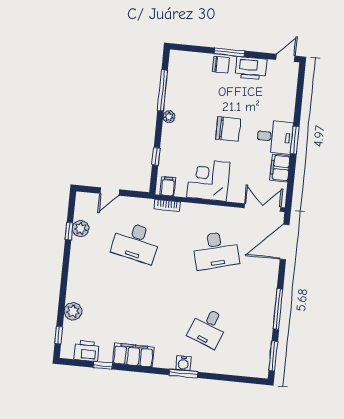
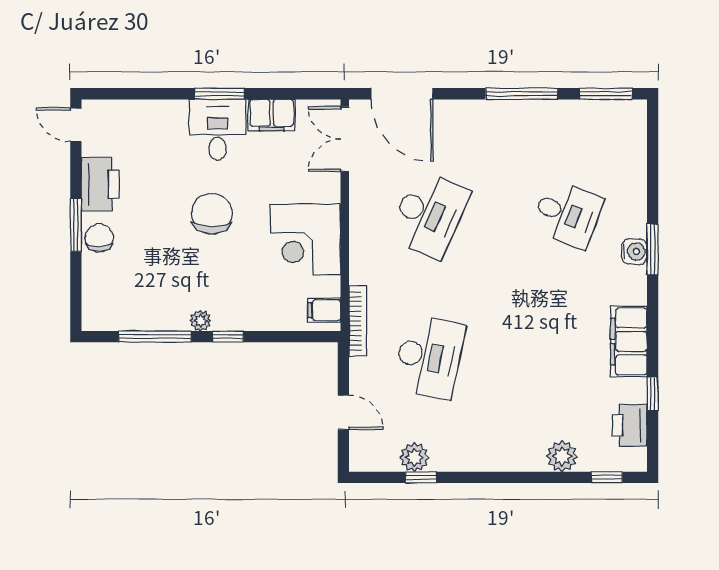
window: (156, 156) -> (228, 337), moved
bookcase: (167, 205) -> (358, 321), width x1.56
desk: (216, 250) -> (429, 214), turned 39

